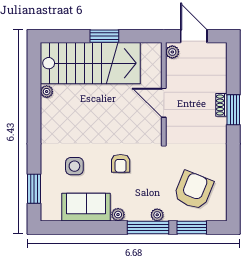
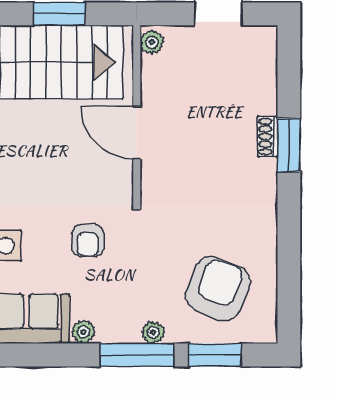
plant: (172, 52) -> (152, 42), moved
wall: (164, 92) -> (137, 114), moved
door: (164, 103) -> (137, 133), moved

